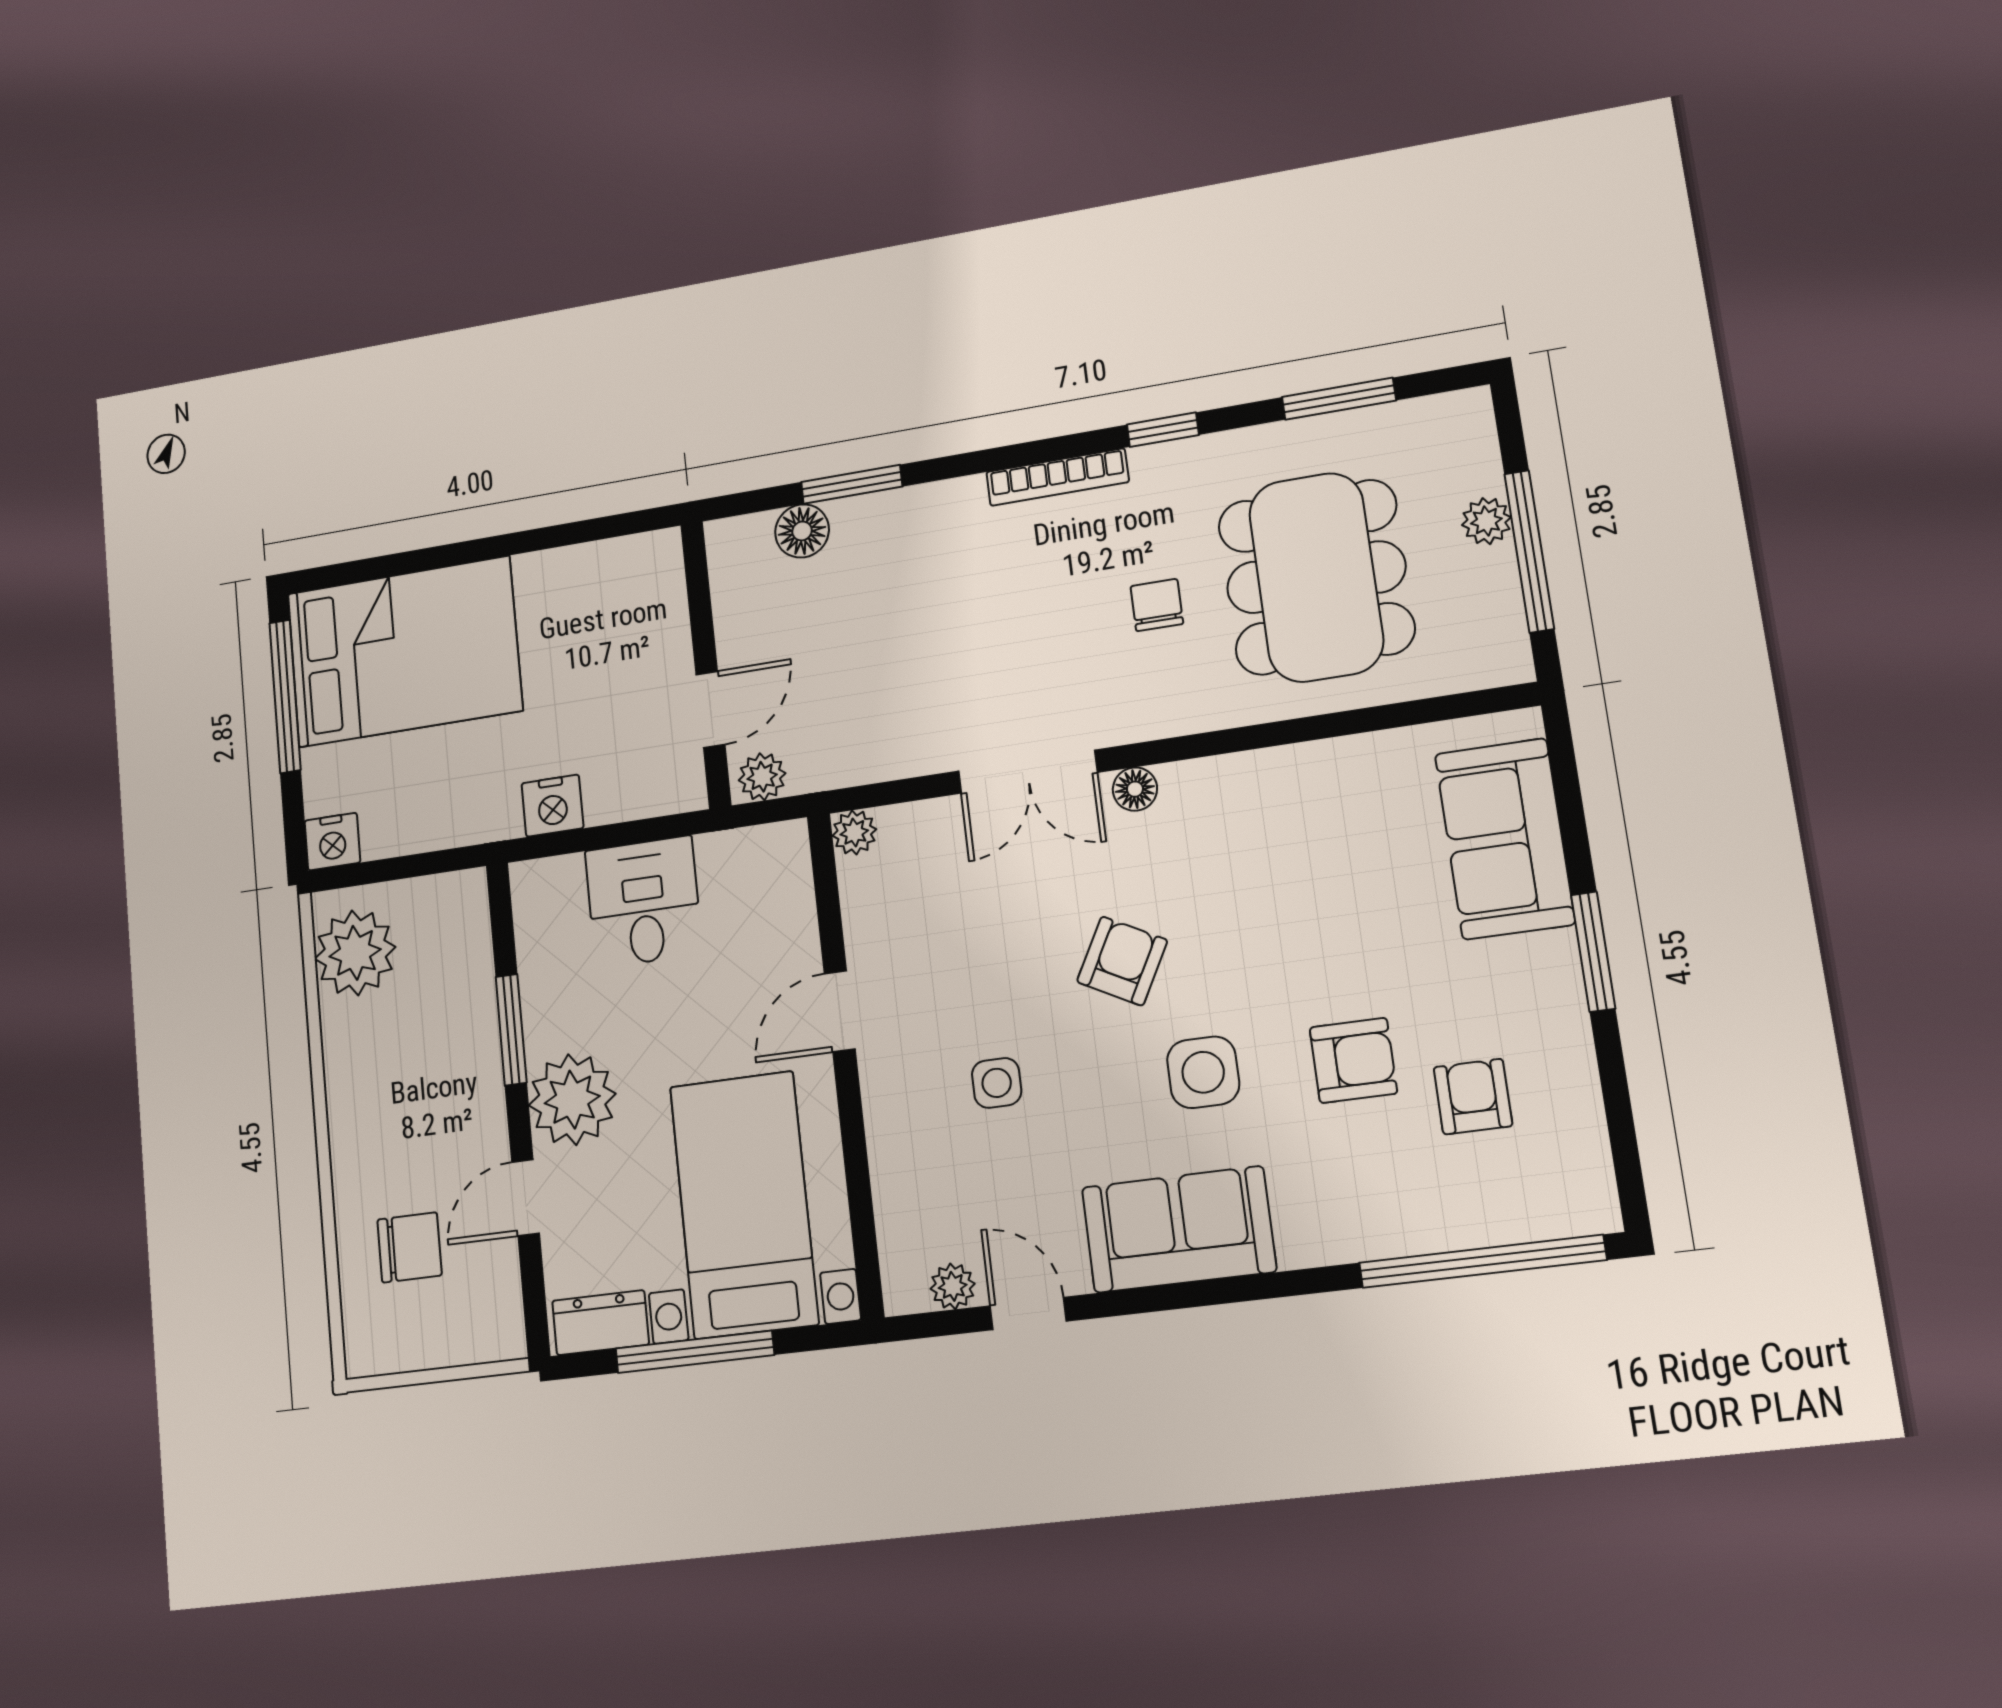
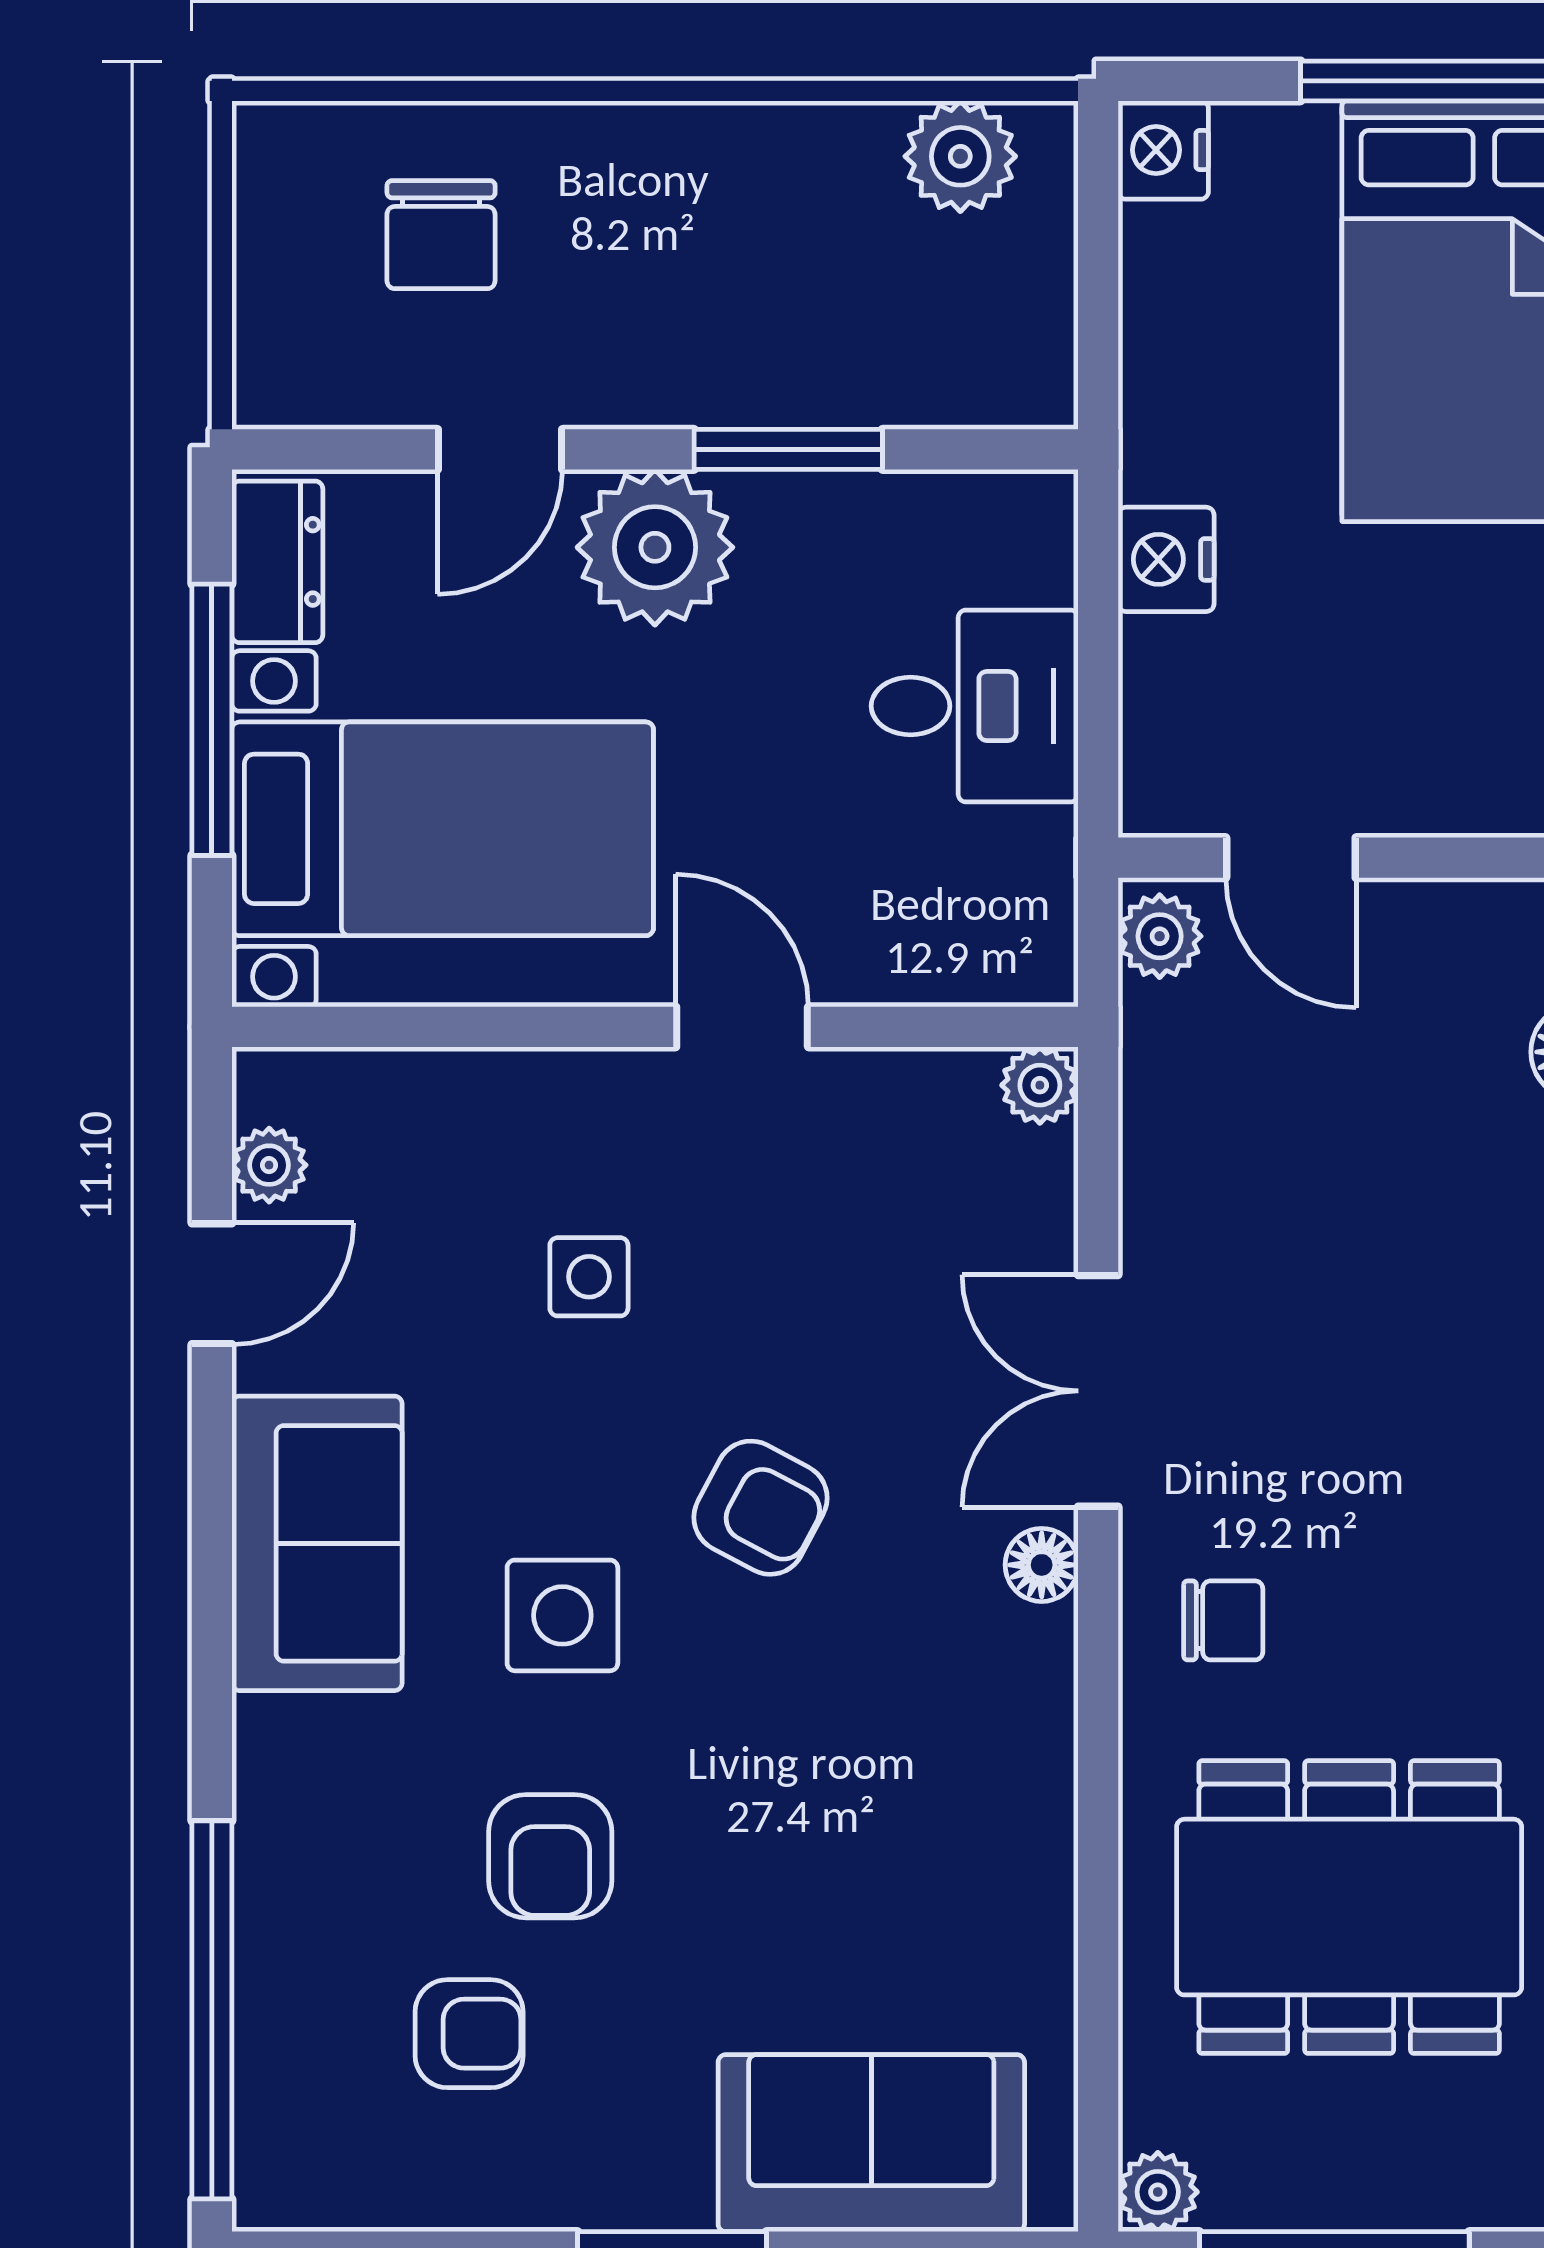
plant: (1486, 521) -> (1158, 2192), moved
chair: (1157, 605) -> (1223, 1620), moved
plant: (355, 953) -> (960, 156), width x0.73, depth x0.73
door: (525, 1198) -> (500, 449), swing flipped

